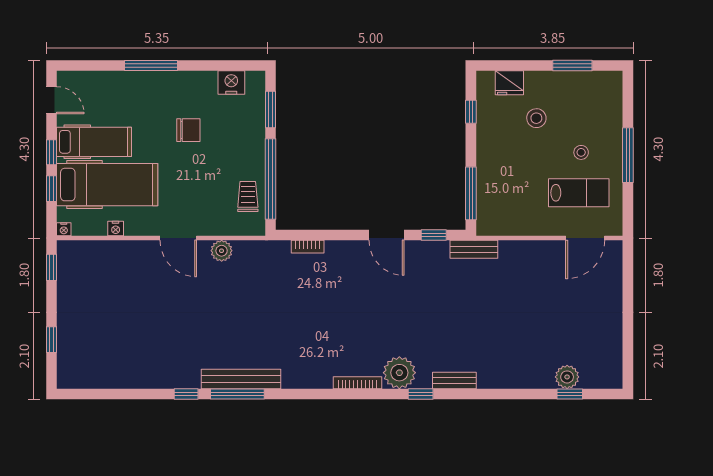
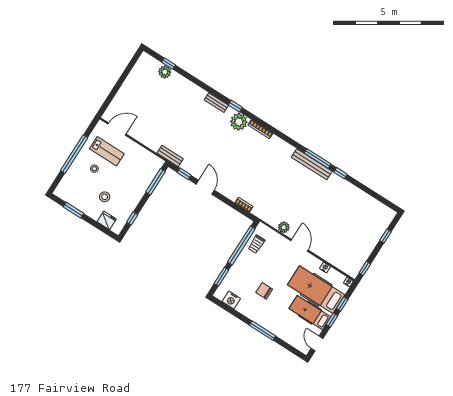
window: (628, 155) -> (74, 154), width x1.46
lab bench: (579, 193) -> (107, 151), turned 180

